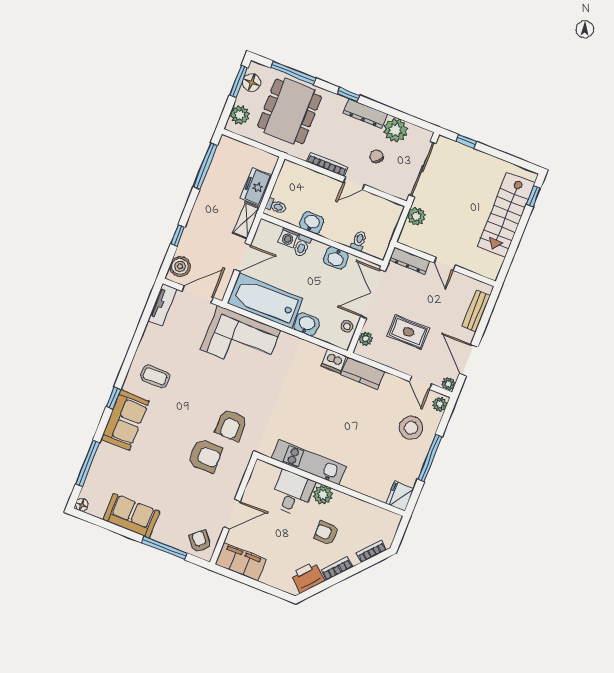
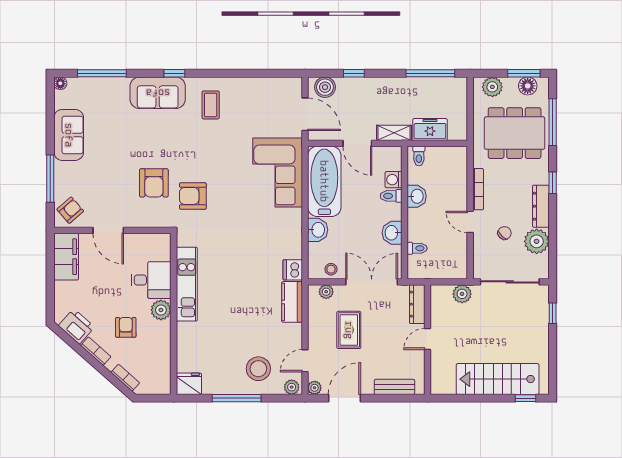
tv unit: (162, 305) -> (282, 85), removed

